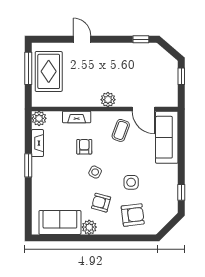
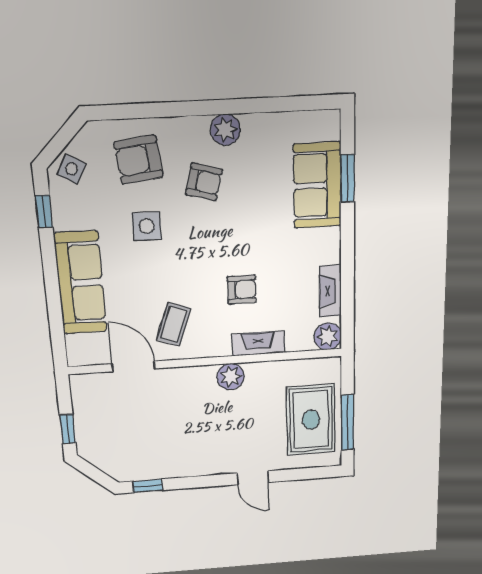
plant: (108, 100) -> (231, 377), moved
sofa: (167, 137) -> (81, 283), moved
armchair: (84, 147) -> (242, 290), turned -90
window: (28, 165) -> (347, 178), moved
side table: (95, 172) -> (72, 169), moved
sofa: (60, 222) -> (317, 185), moved, turned 90

